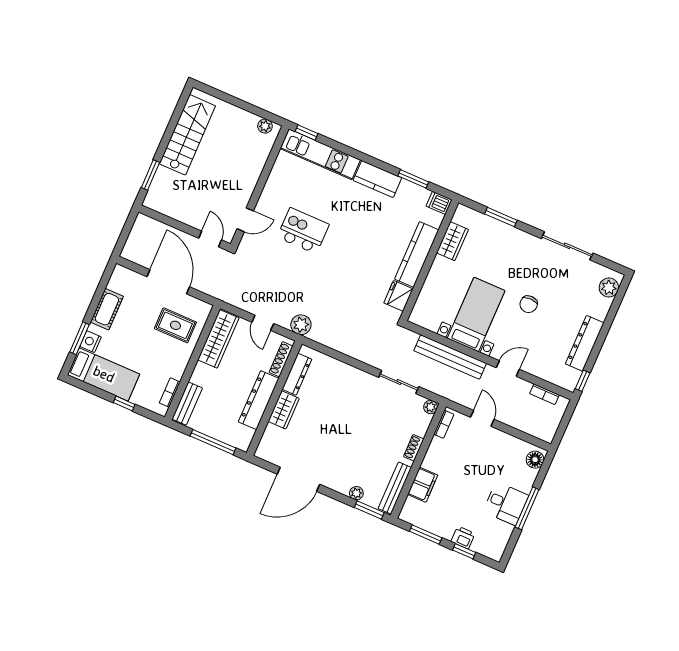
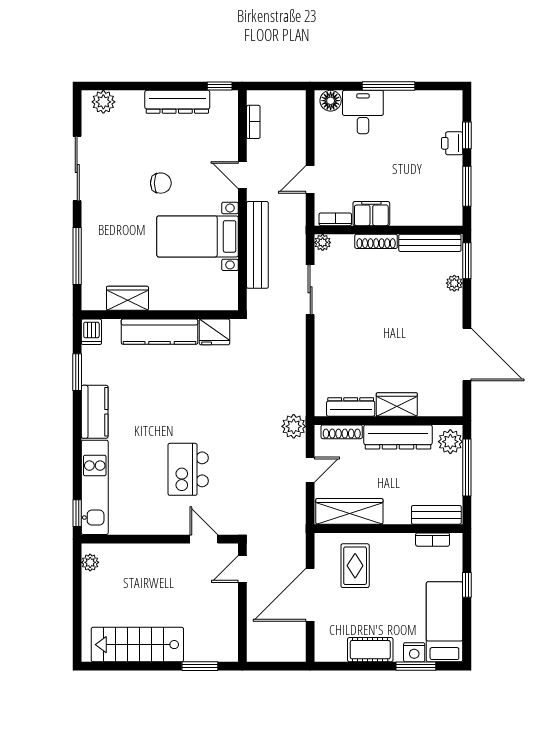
window: (501, 217) -> (77, 256), width x1.44
plant: (238, 438) -> (450, 442), added
shoe rack: (414, 448) -> (376, 241), width x1.43
filing cabinet: (423, 485) -> (371, 214), moved
desk: (506, 503) -> (363, 112), moved

